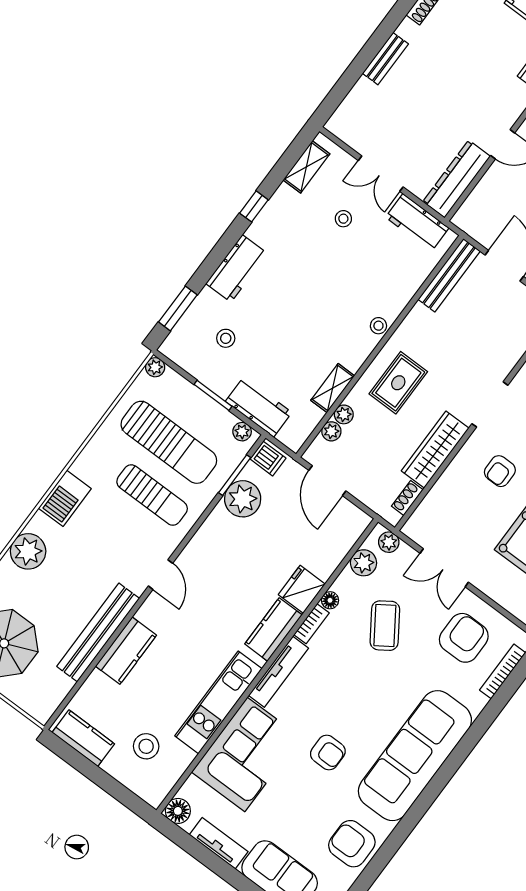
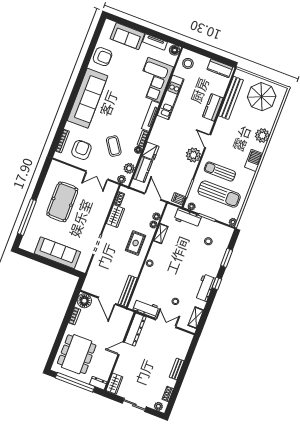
window: (254, 206) -> (217, 283), moved
workbench: (237, 268) -> (205, 288), moved
window: (178, 308) -> (227, 258), moved
sun lounger: (169, 442) -> (219, 194), turned 180
wardrobe: (435, 450) -> (115, 216), width x0.67
armchair: (500, 471) -> (86, 220), removed
plant: (243, 499) -> (193, 155), moved
double door: (444, 568) -> (97, 175), swing flipped
kitchen counter: (273, 629) -> (143, 170), moved
bench: (98, 632) -> (231, 98), moved
armchair: (464, 638) -> (81, 150), turned 180
stool: (146, 746) -> (188, 63), moved
armchair: (328, 753) -> (122, 90), removed

